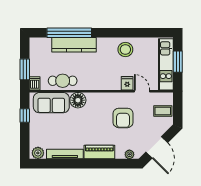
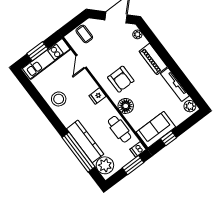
plant: (42, 46) -> (105, 165), added
fridge: (127, 83) -> (97, 96), moved
sofa: (51, 103) -> (156, 130), moved, turned -90
armchair: (123, 118) -> (121, 79), moved, turned 90

